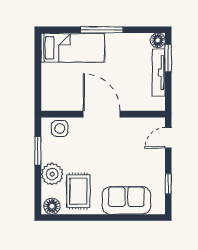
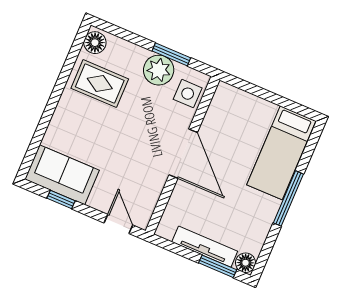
door: (102, 114) -> (183, 154), hinge flipped
plant: (52, 174) -> (159, 70), moved
sofa: (126, 200) -> (62, 175), moved, turned -90

